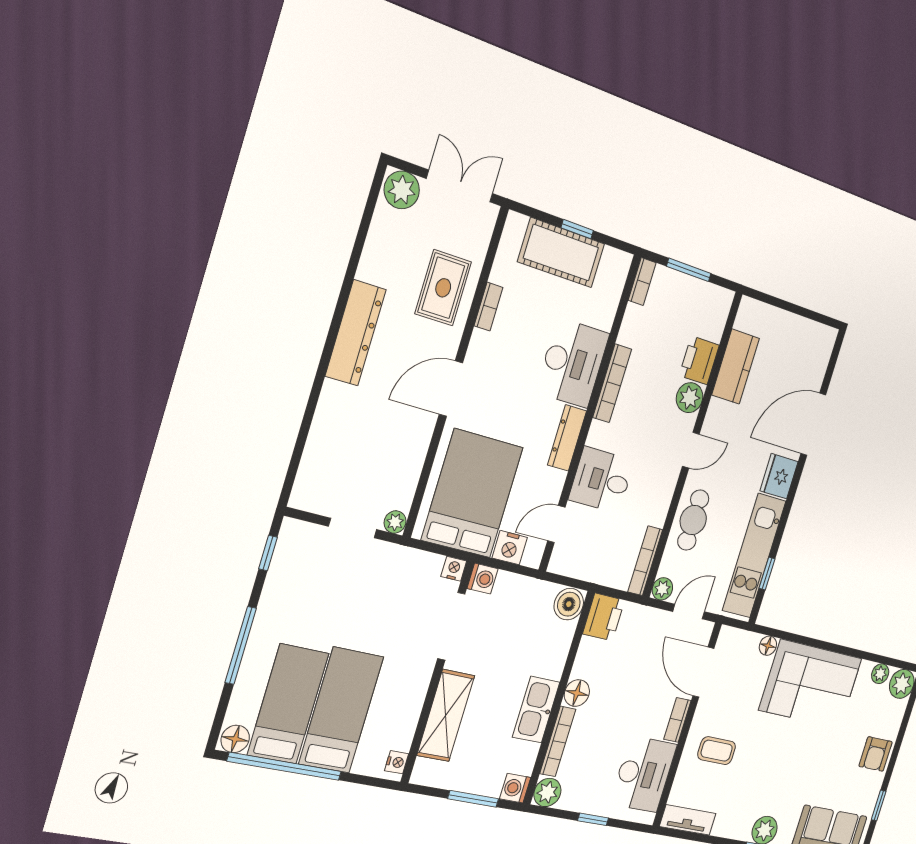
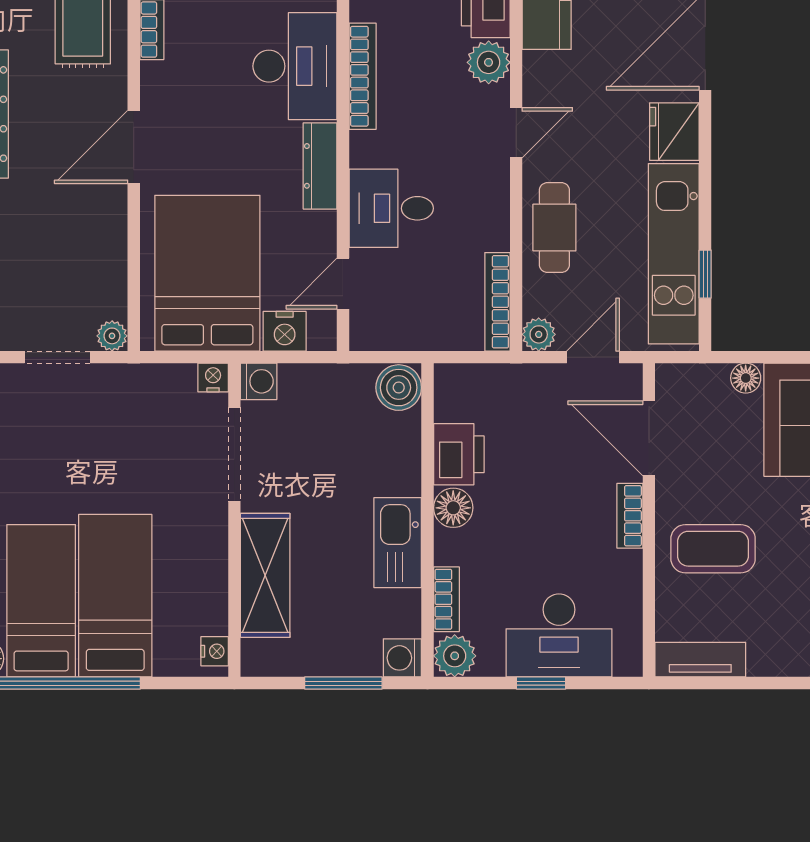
printer: (604, 617) -> (459, 454), moved
bookcase: (558, 741) -> (446, 599), width x0.64
coffee table: (717, 751) -> (713, 549), width x1.36, depth x1.30
desk: (644, 774) -> (559, 635), moved, turned 90

